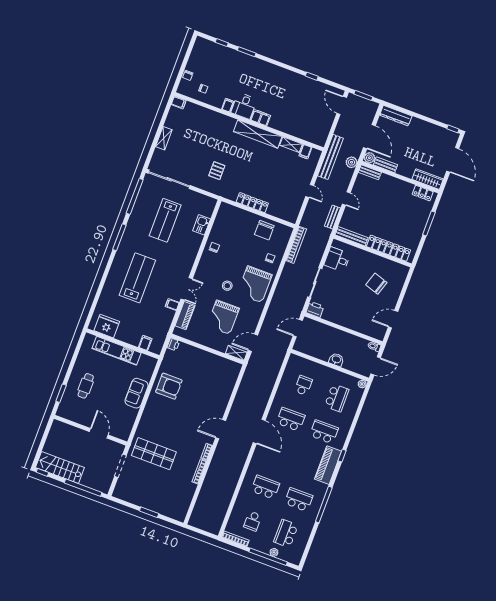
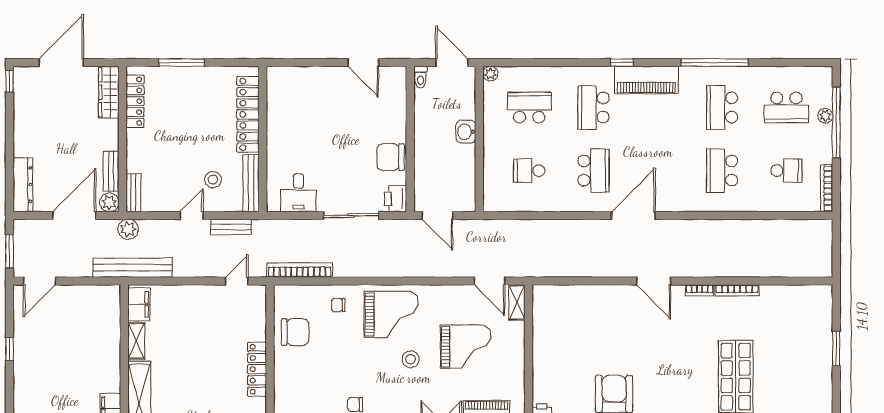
filing cabinet: (305, 152) -> (139, 304), width x2.00
door: (310, 191) -> (237, 281), moved
locker: (423, 193) -> (135, 101), width x1.53
stool: (361, 217) -> (213, 180), added
chair: (376, 284) -> (391, 157), moved, turned 72
school desk: (291, 419) -> (593, 171), turned 180

